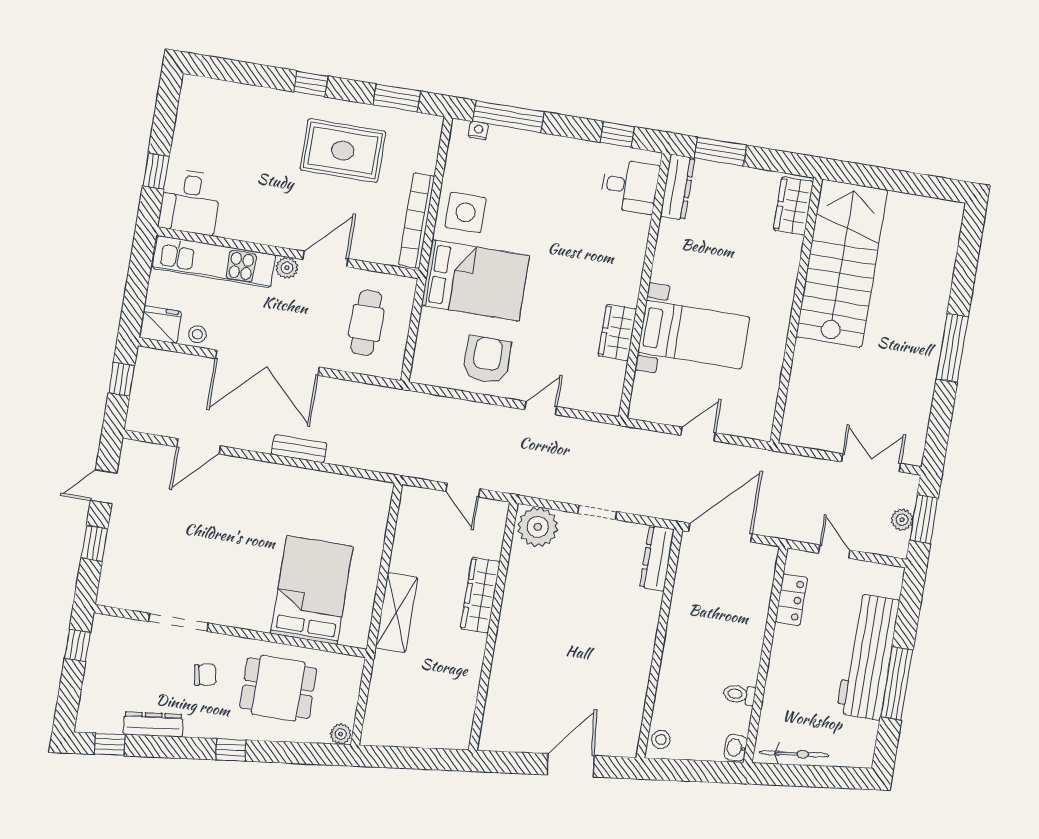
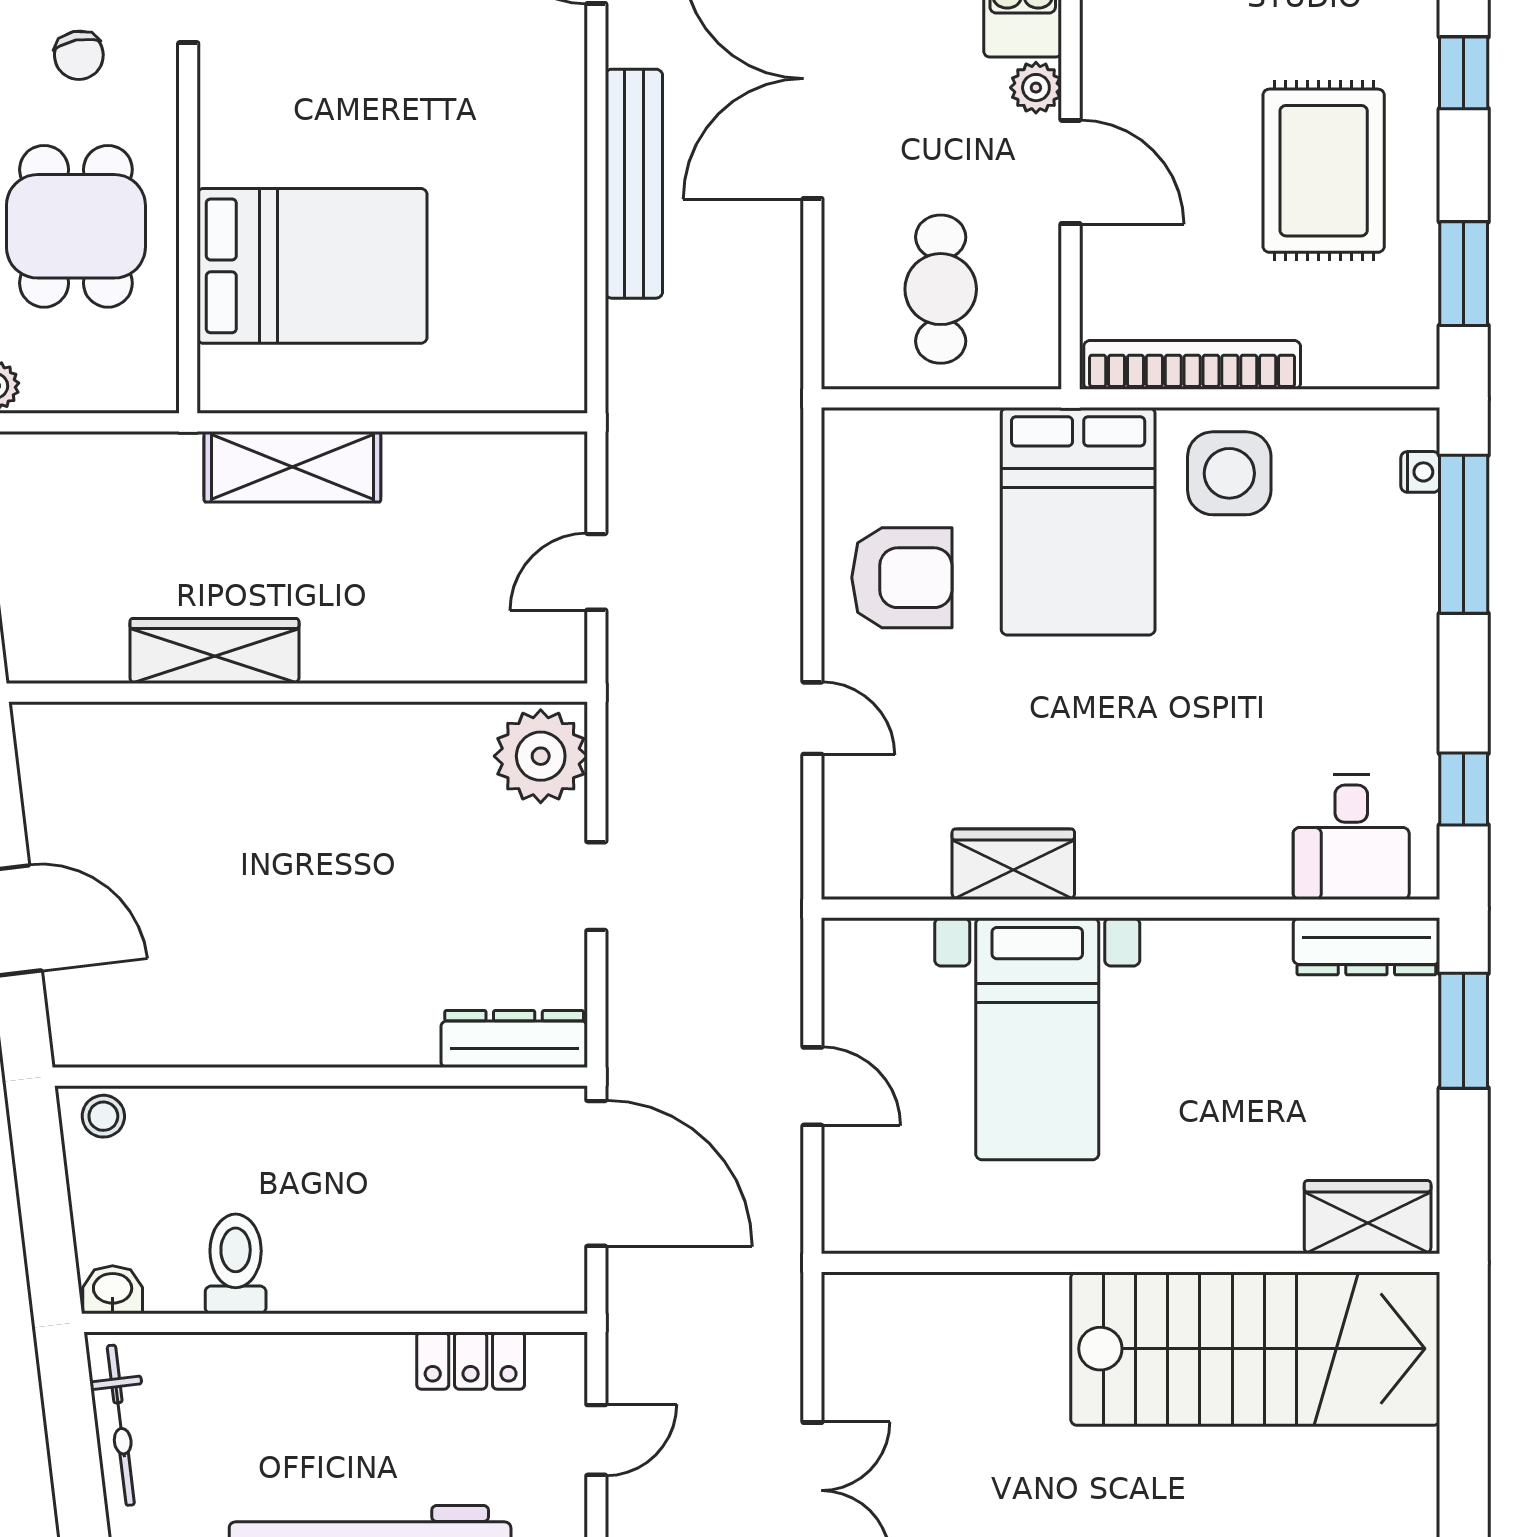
cafe table: (366, 323) -> (941, 289), turned 90
bench: (299, 449) -> (634, 184), width x1.86, depth x1.21
wardrobe: (480, 595) -> (214, 651), moved
toilet: (739, 694) -> (236, 1264), width x1.37, depth x1.39

